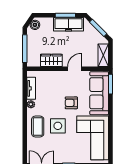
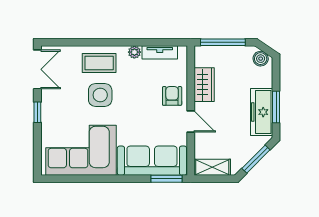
armchair: (71, 103) -> (172, 96), moved

